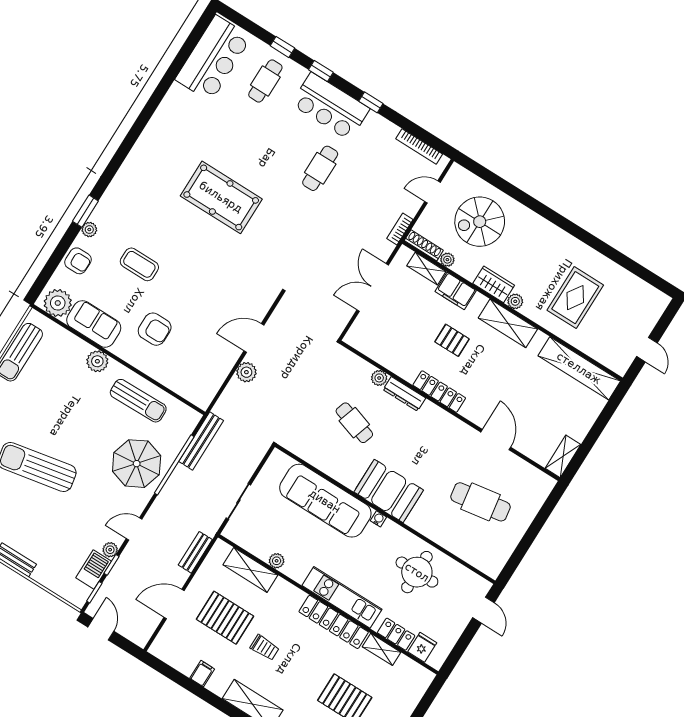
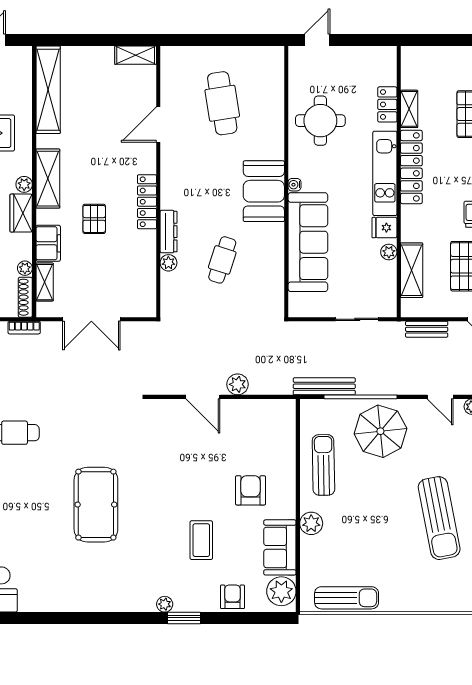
plant: (89, 230) -> (165, 604), moved
fridge: (422, 647) -> (384, 228), moved

